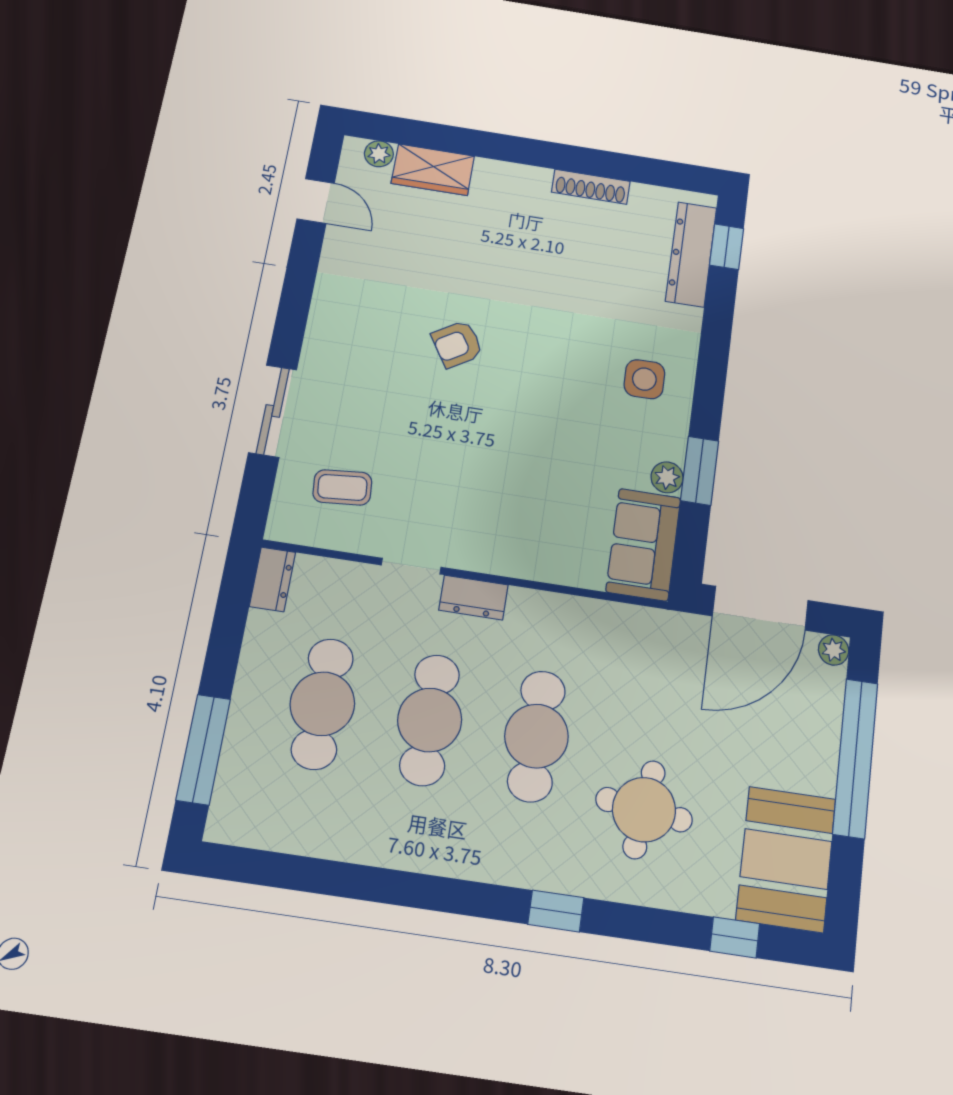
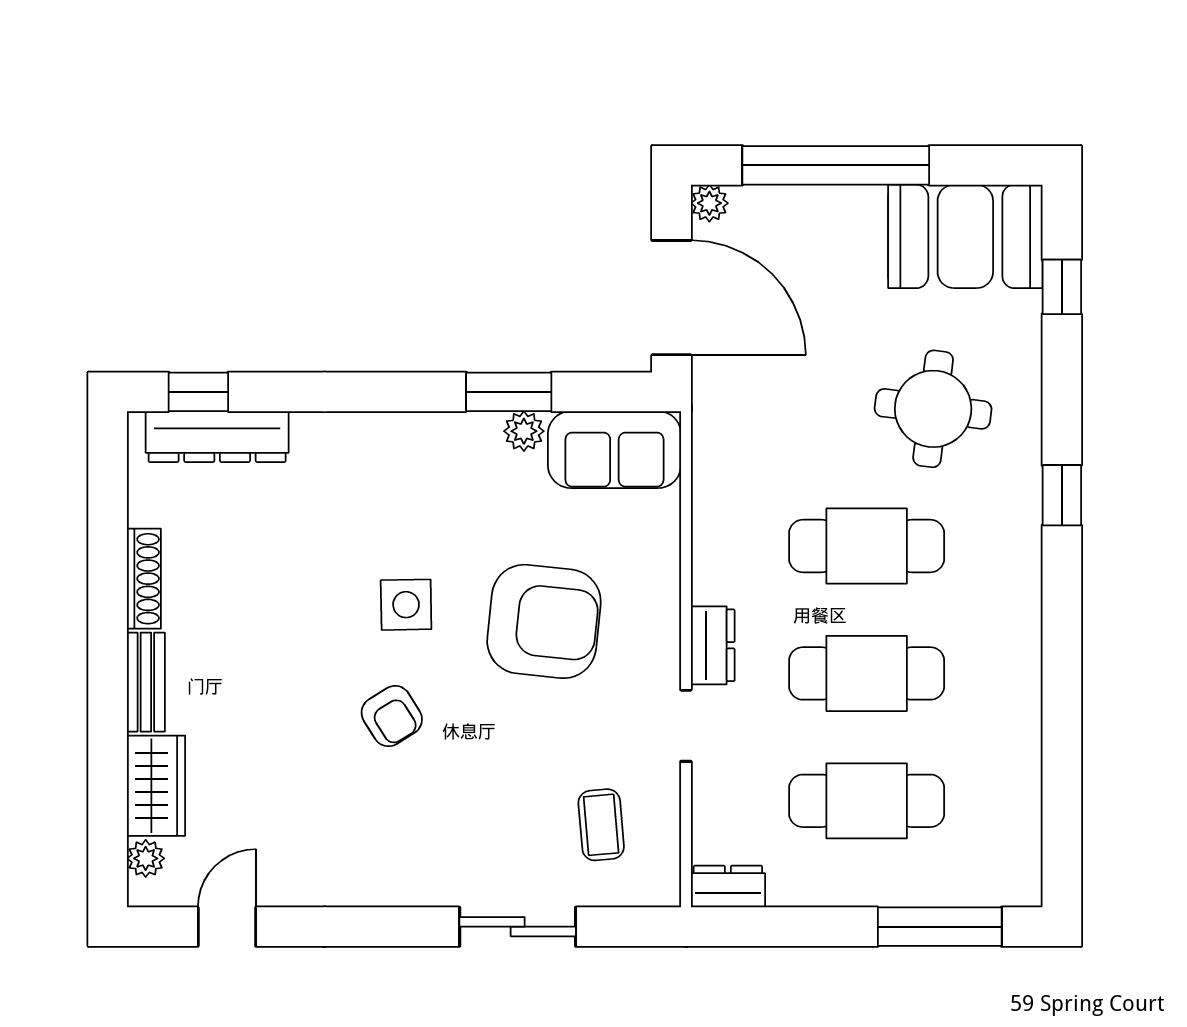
bench: (513, 175) -> (146, 682), added
side table: (644, 379) -> (406, 605), moved
armchair: (514, 469) -> (544, 621), added

